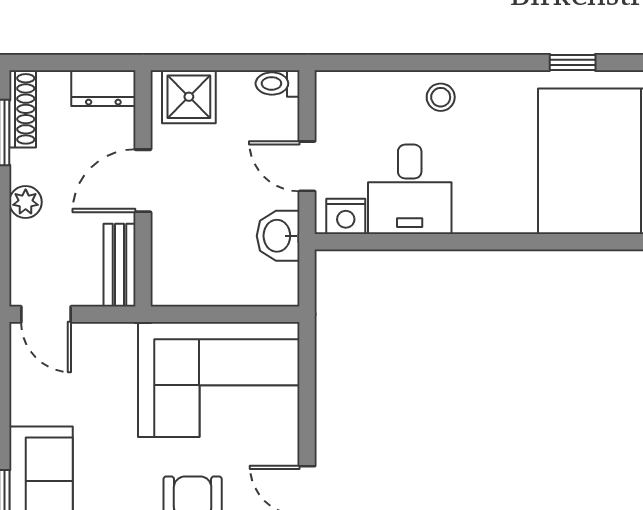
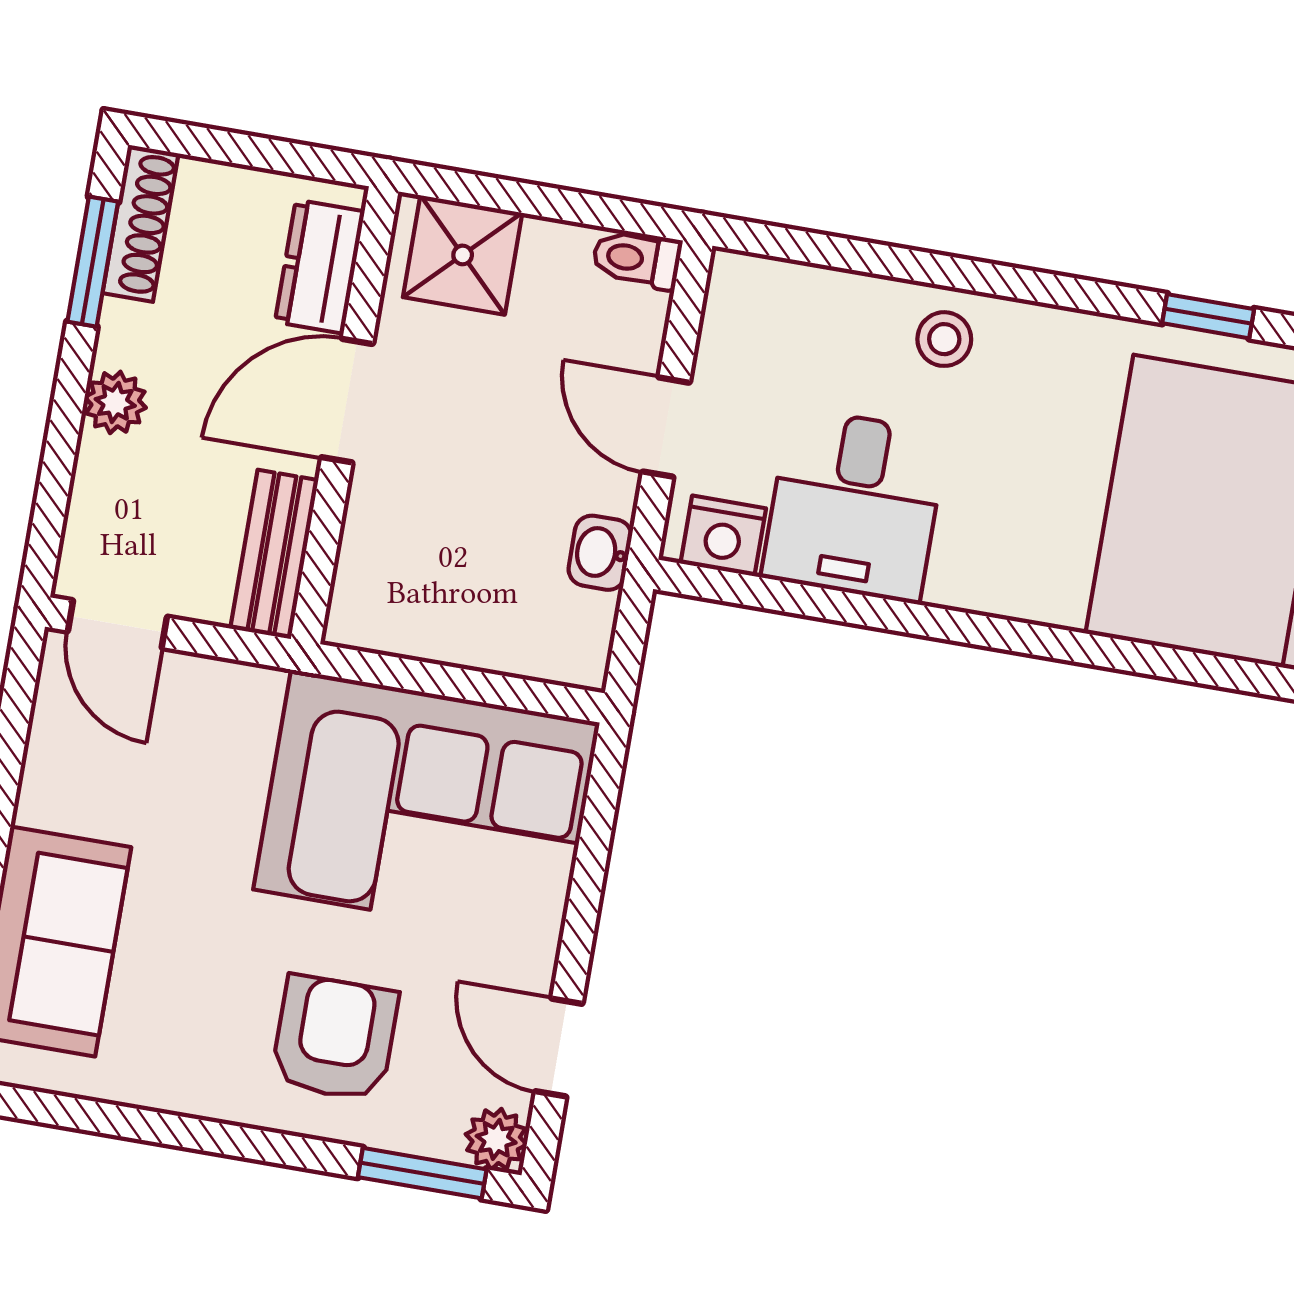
dresser: (103, 88) -> (320, 267), moved, turned 90
washbasin: (278, 236) -> (600, 553), width x0.72, depth x0.69

